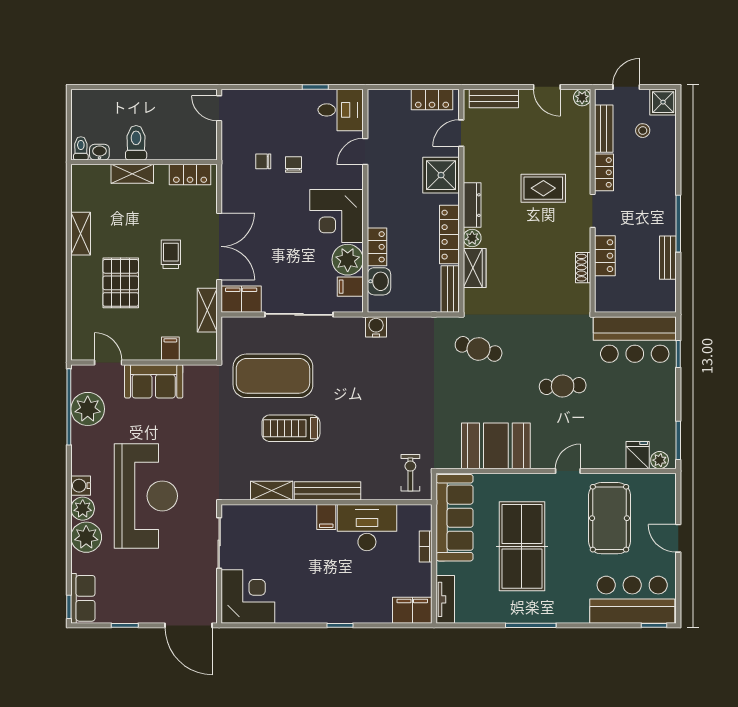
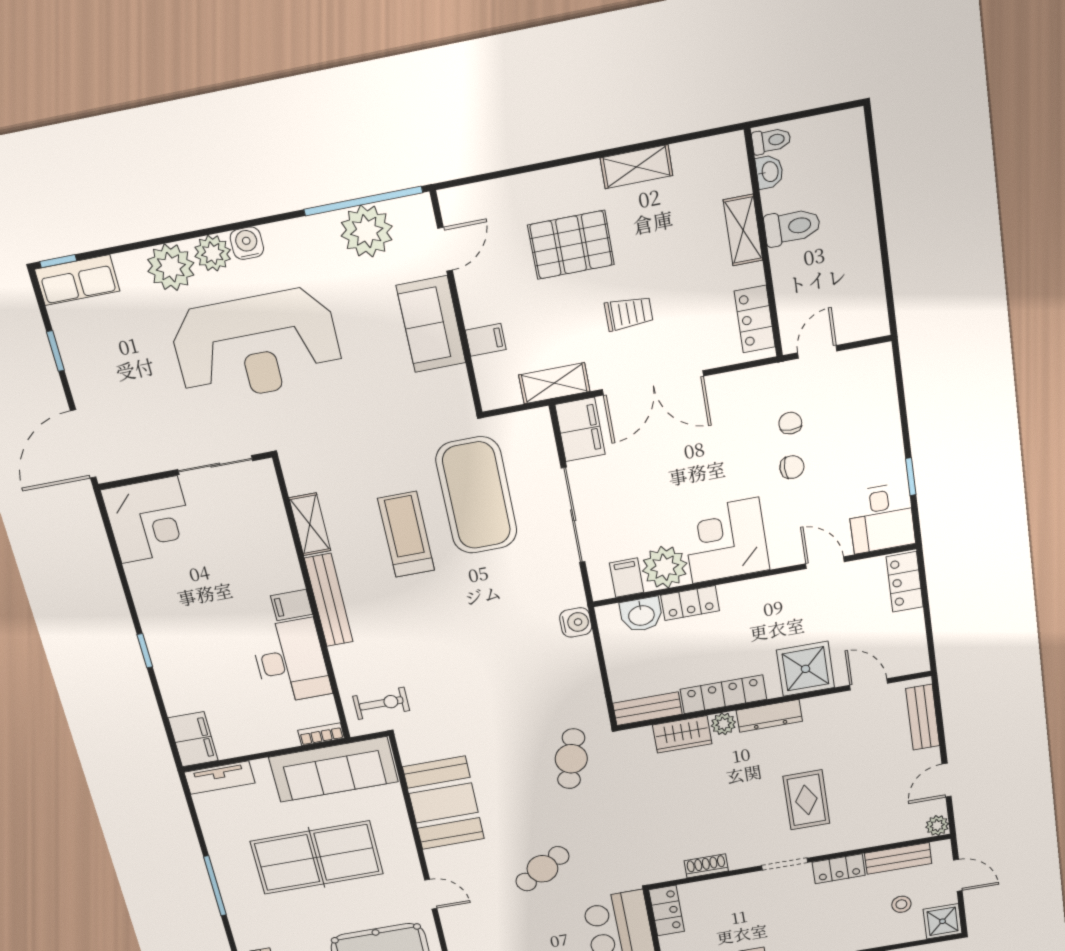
locker: (432, 100) -> (905, 582), moved
door: (219, 108) -> (817, 352), moved
locker: (605, 256) -> (667, 911), moved, turned -90
cafe table: (563, 386) -> (542, 869), turned 61
bookcase: (426, 546) -> (321, 734), moved

